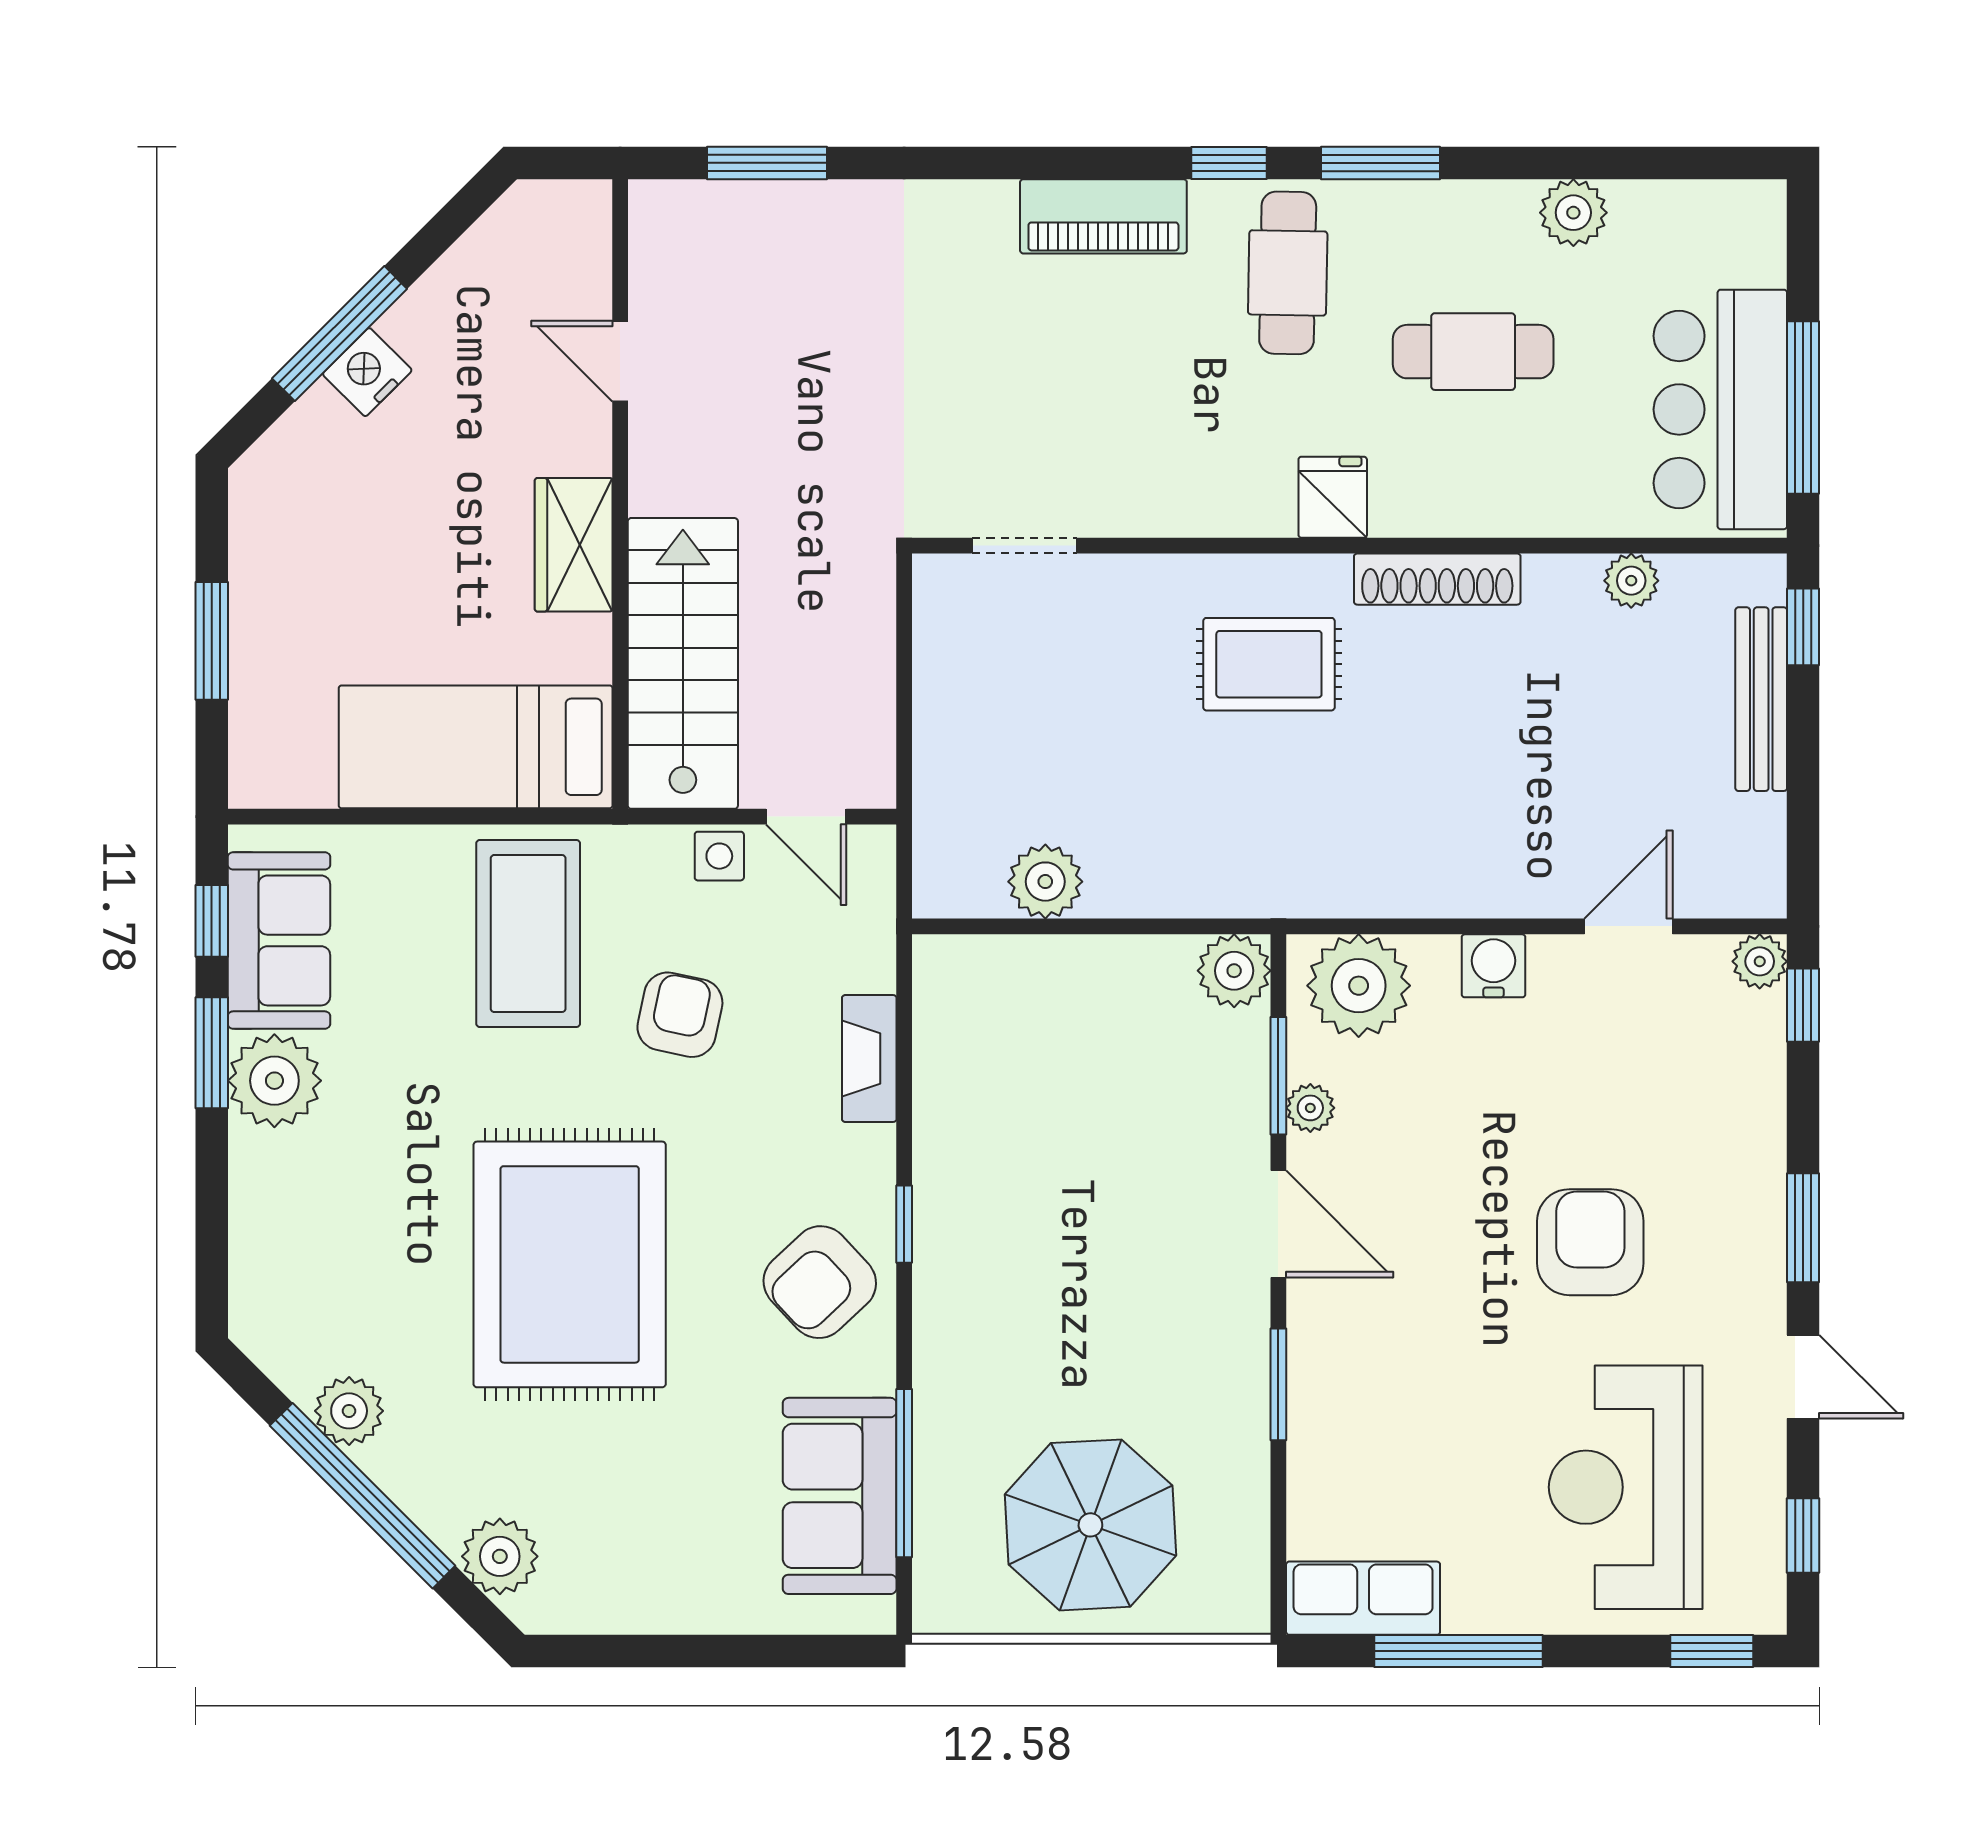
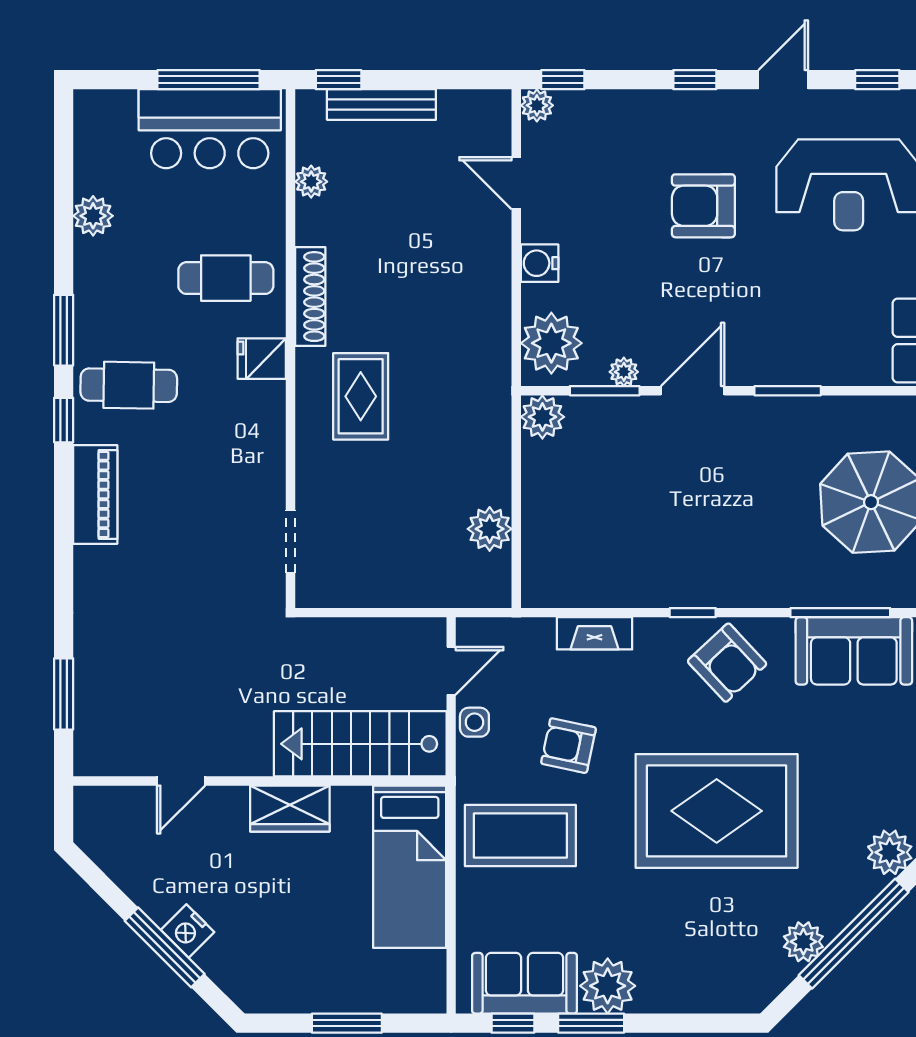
cafe table: (1473, 352) -> (226, 278), moved, turned 90
window: (1803, 1228) -> (695, 80), width x0.67

